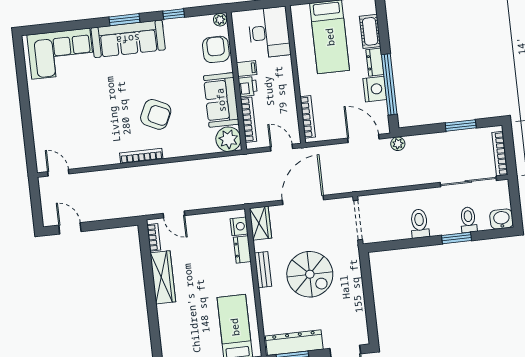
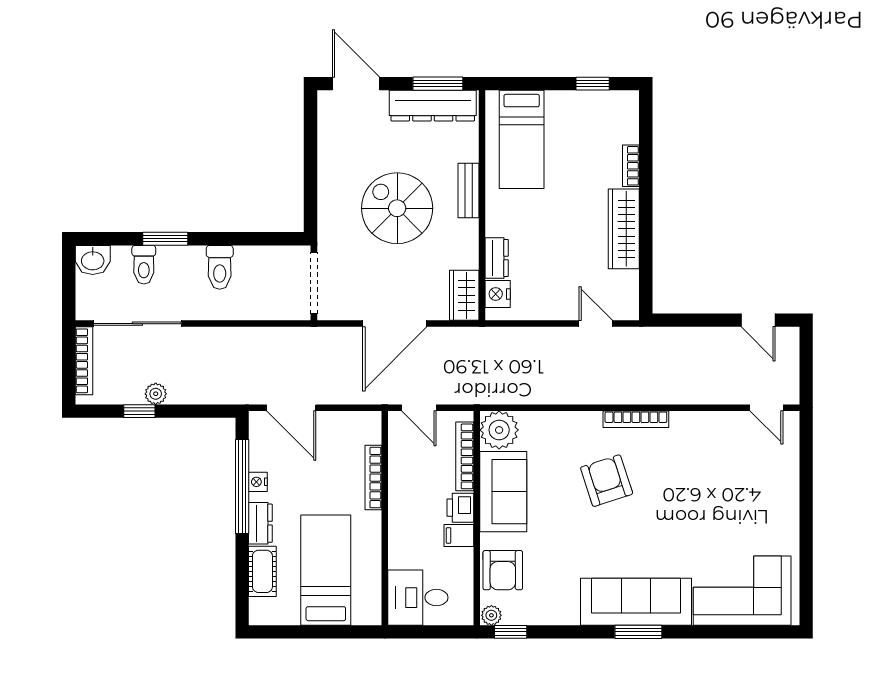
window: (174, 14) -> (511, 632), moved
desk: (269, 32) -> (418, 598), width x0.73
nightstand: (375, 89) -> (258, 482), width x0.53, depth x0.56
armchair: (156, 114) -> (607, 481), turned 47
bookcase: (308, 117) -> (373, 478), moved
window: (461, 125) -> (139, 411), width x0.67
plant: (398, 144) -> (156, 394), moved
bookcase: (154, 237) -> (631, 166), moved
bench: (263, 270) -> (468, 191), moved

